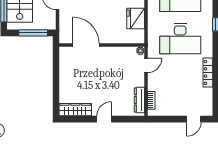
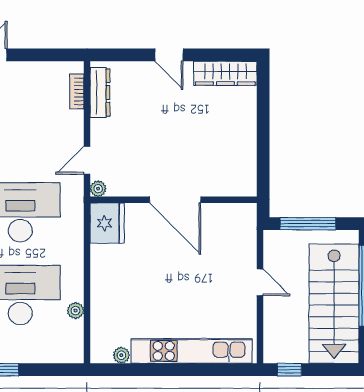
fridge: (136, 19) -> (107, 223), moved
door: (86, 45) -> (175, 200), moved
door: (104, 119) -> (169, 55), hinge flipped

